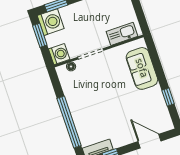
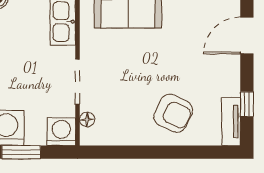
armchair: (91, 114) -> (173, 113), added
window: (69, 122) -> (174, 152), removed

